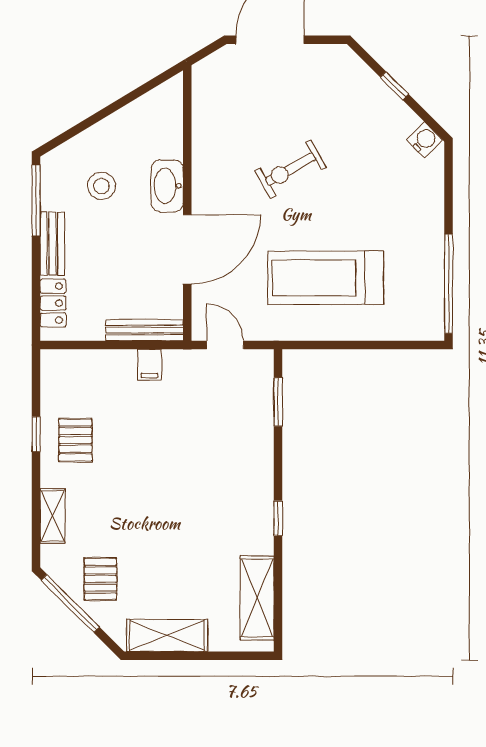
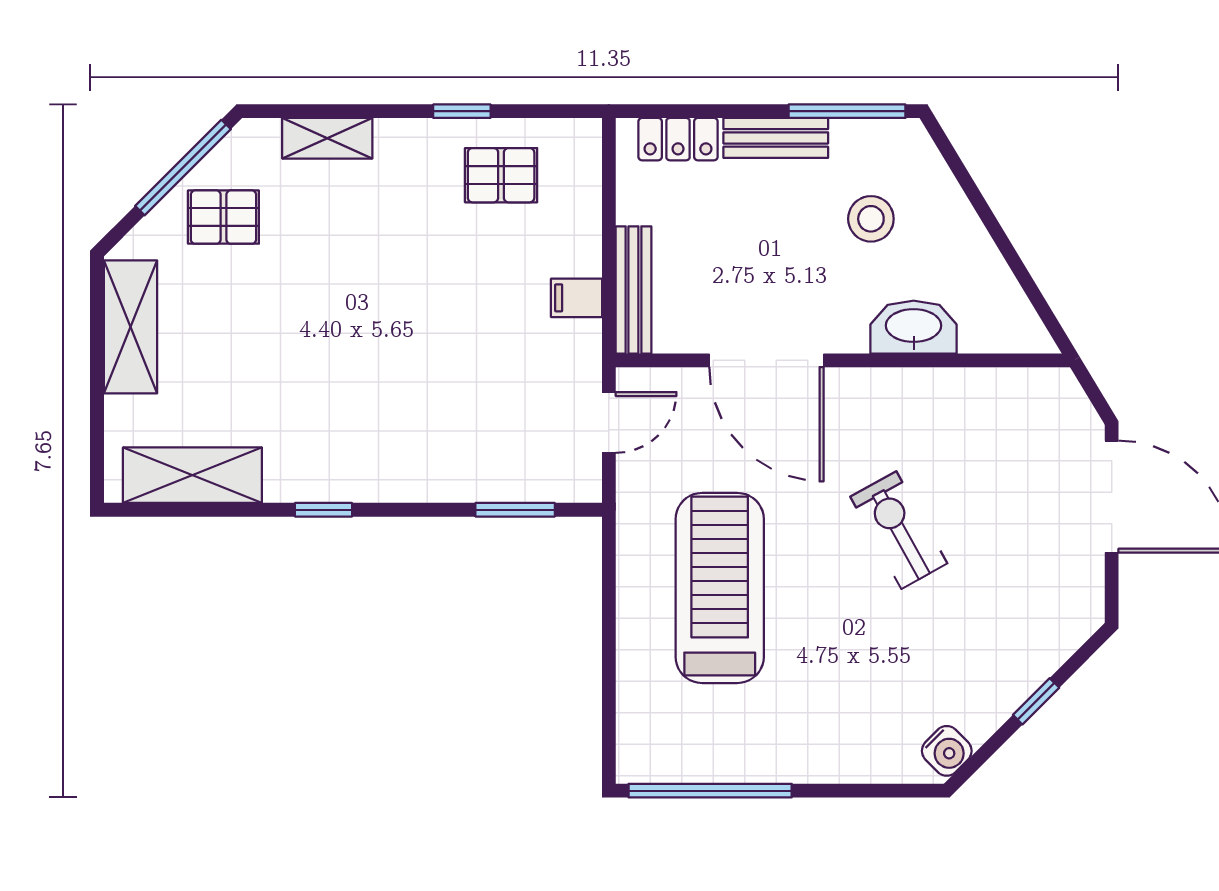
washbasin: (167, 186) -> (914, 327), moved
pallet: (75, 440) -> (501, 175), moved

